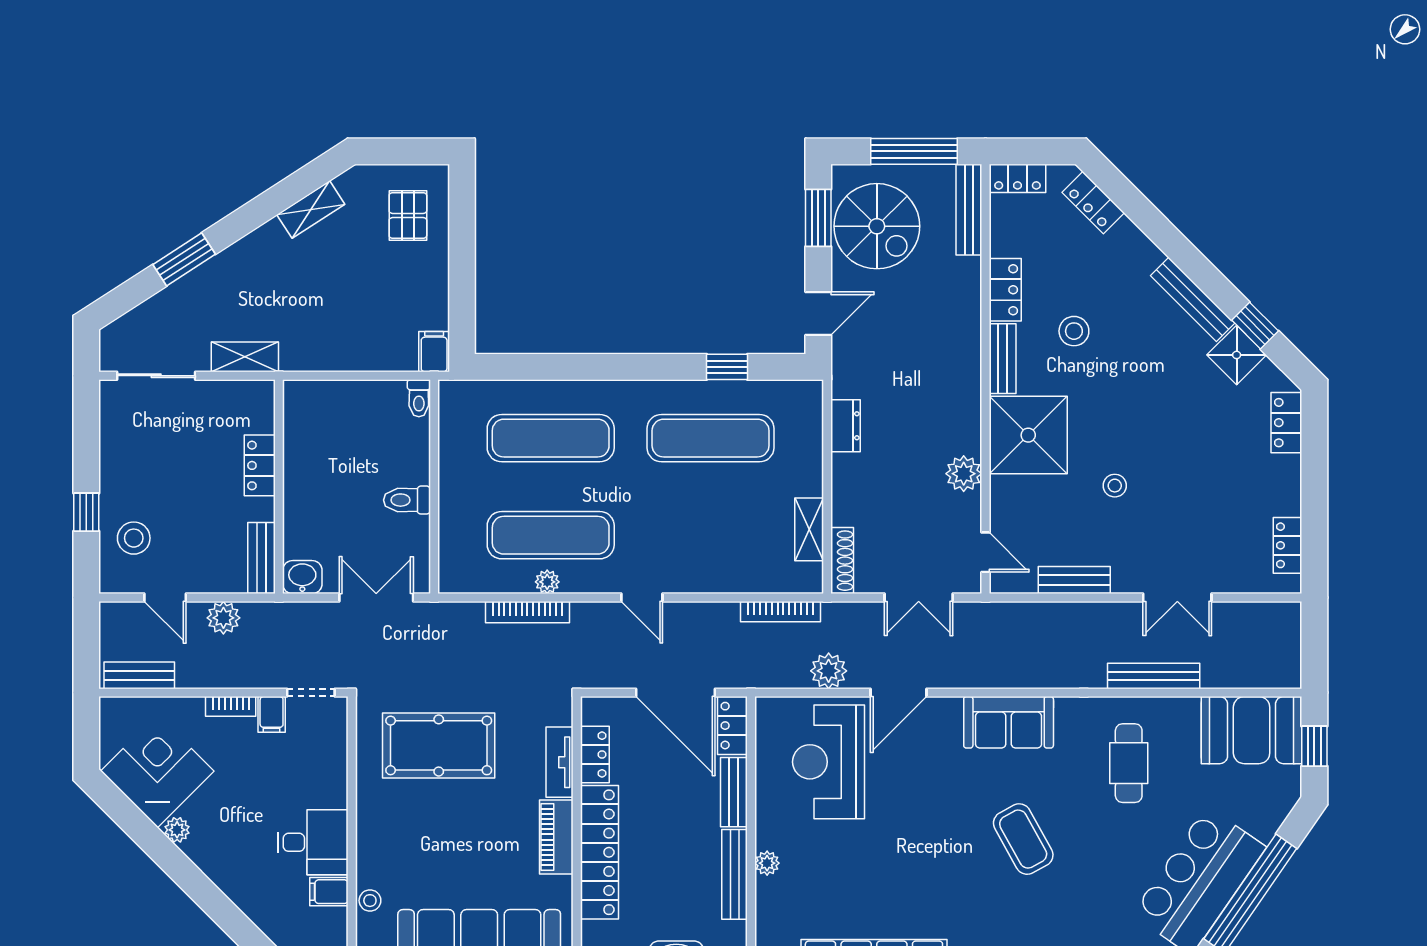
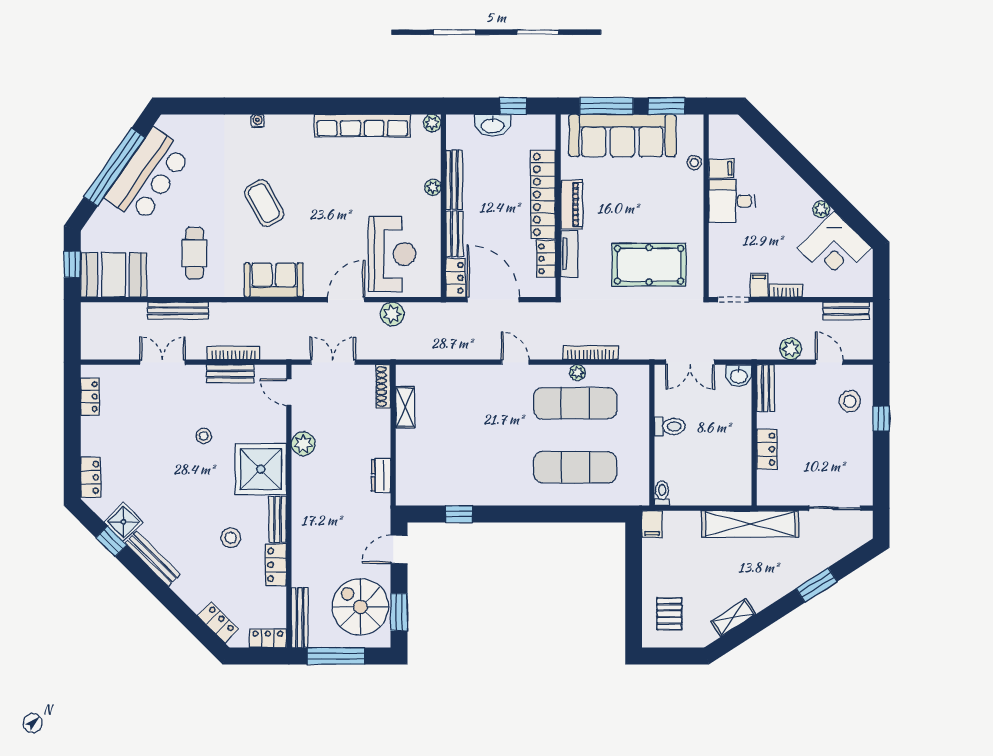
shelving: (245, 357) -> (750, 524), width x2.20, depth x1.33
exercise mat: (711, 438) -> (470, 467), removed
bookcase: (780, 612) -> (234, 353), moved

